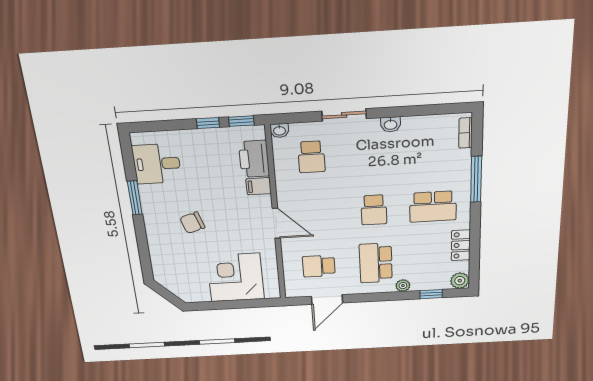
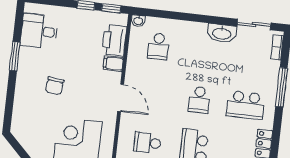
sliding door: (344, 115) -> (254, 24), moved
washbasin: (391, 124) -> (222, 33), width x1.91, depth x1.45
chair: (192, 223) -> (54, 86), turned -65

